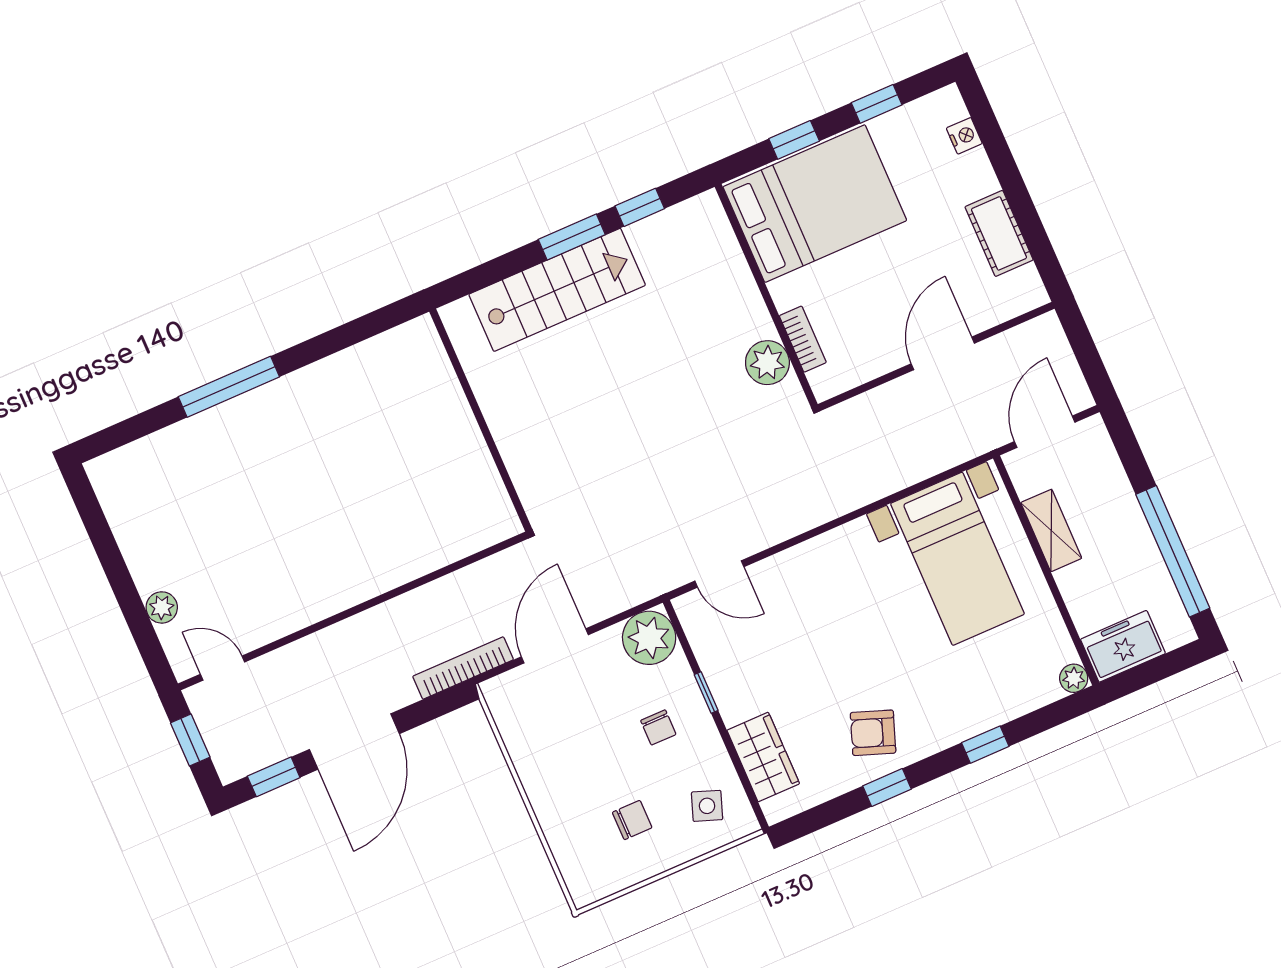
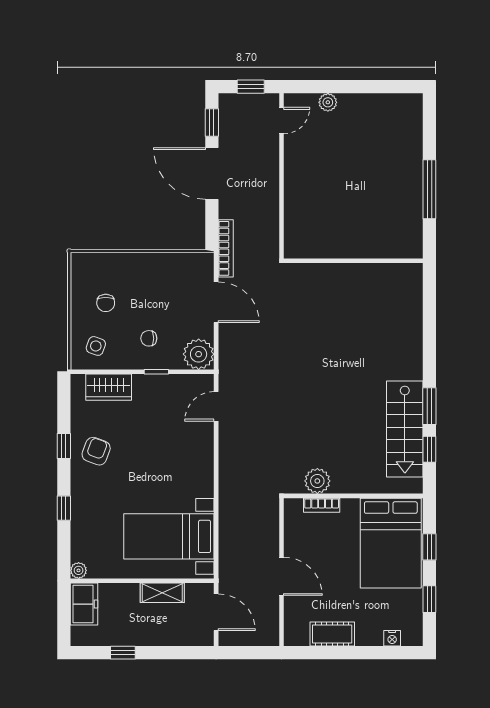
stairs: (557, 290) -> (405, 429), moved
wall: (481, 420) -> (353, 261), moved
window: (1173, 551) -> (123, 653), width x0.32

